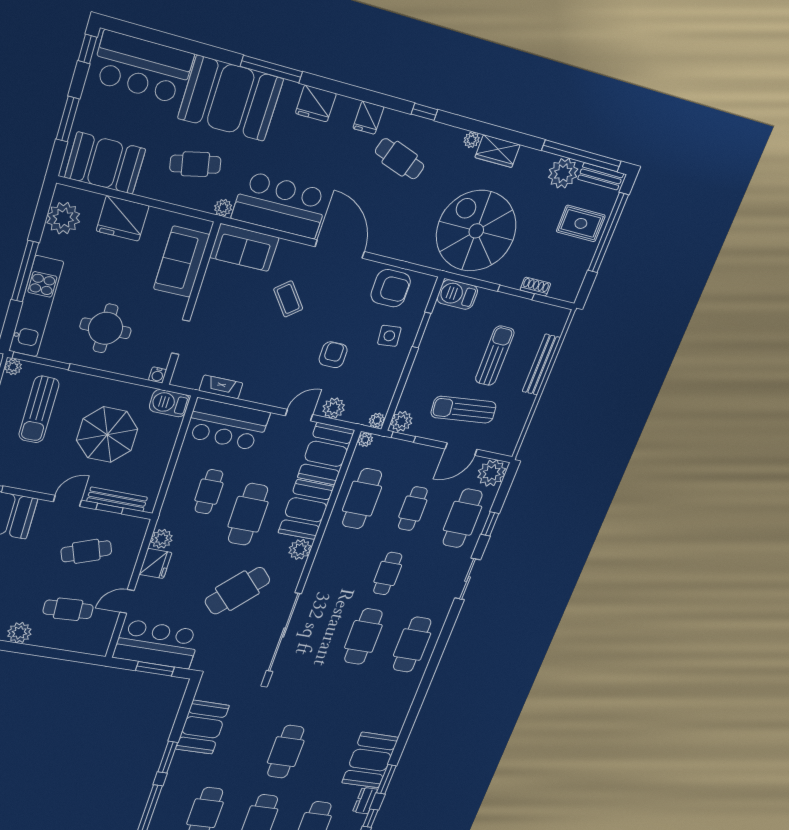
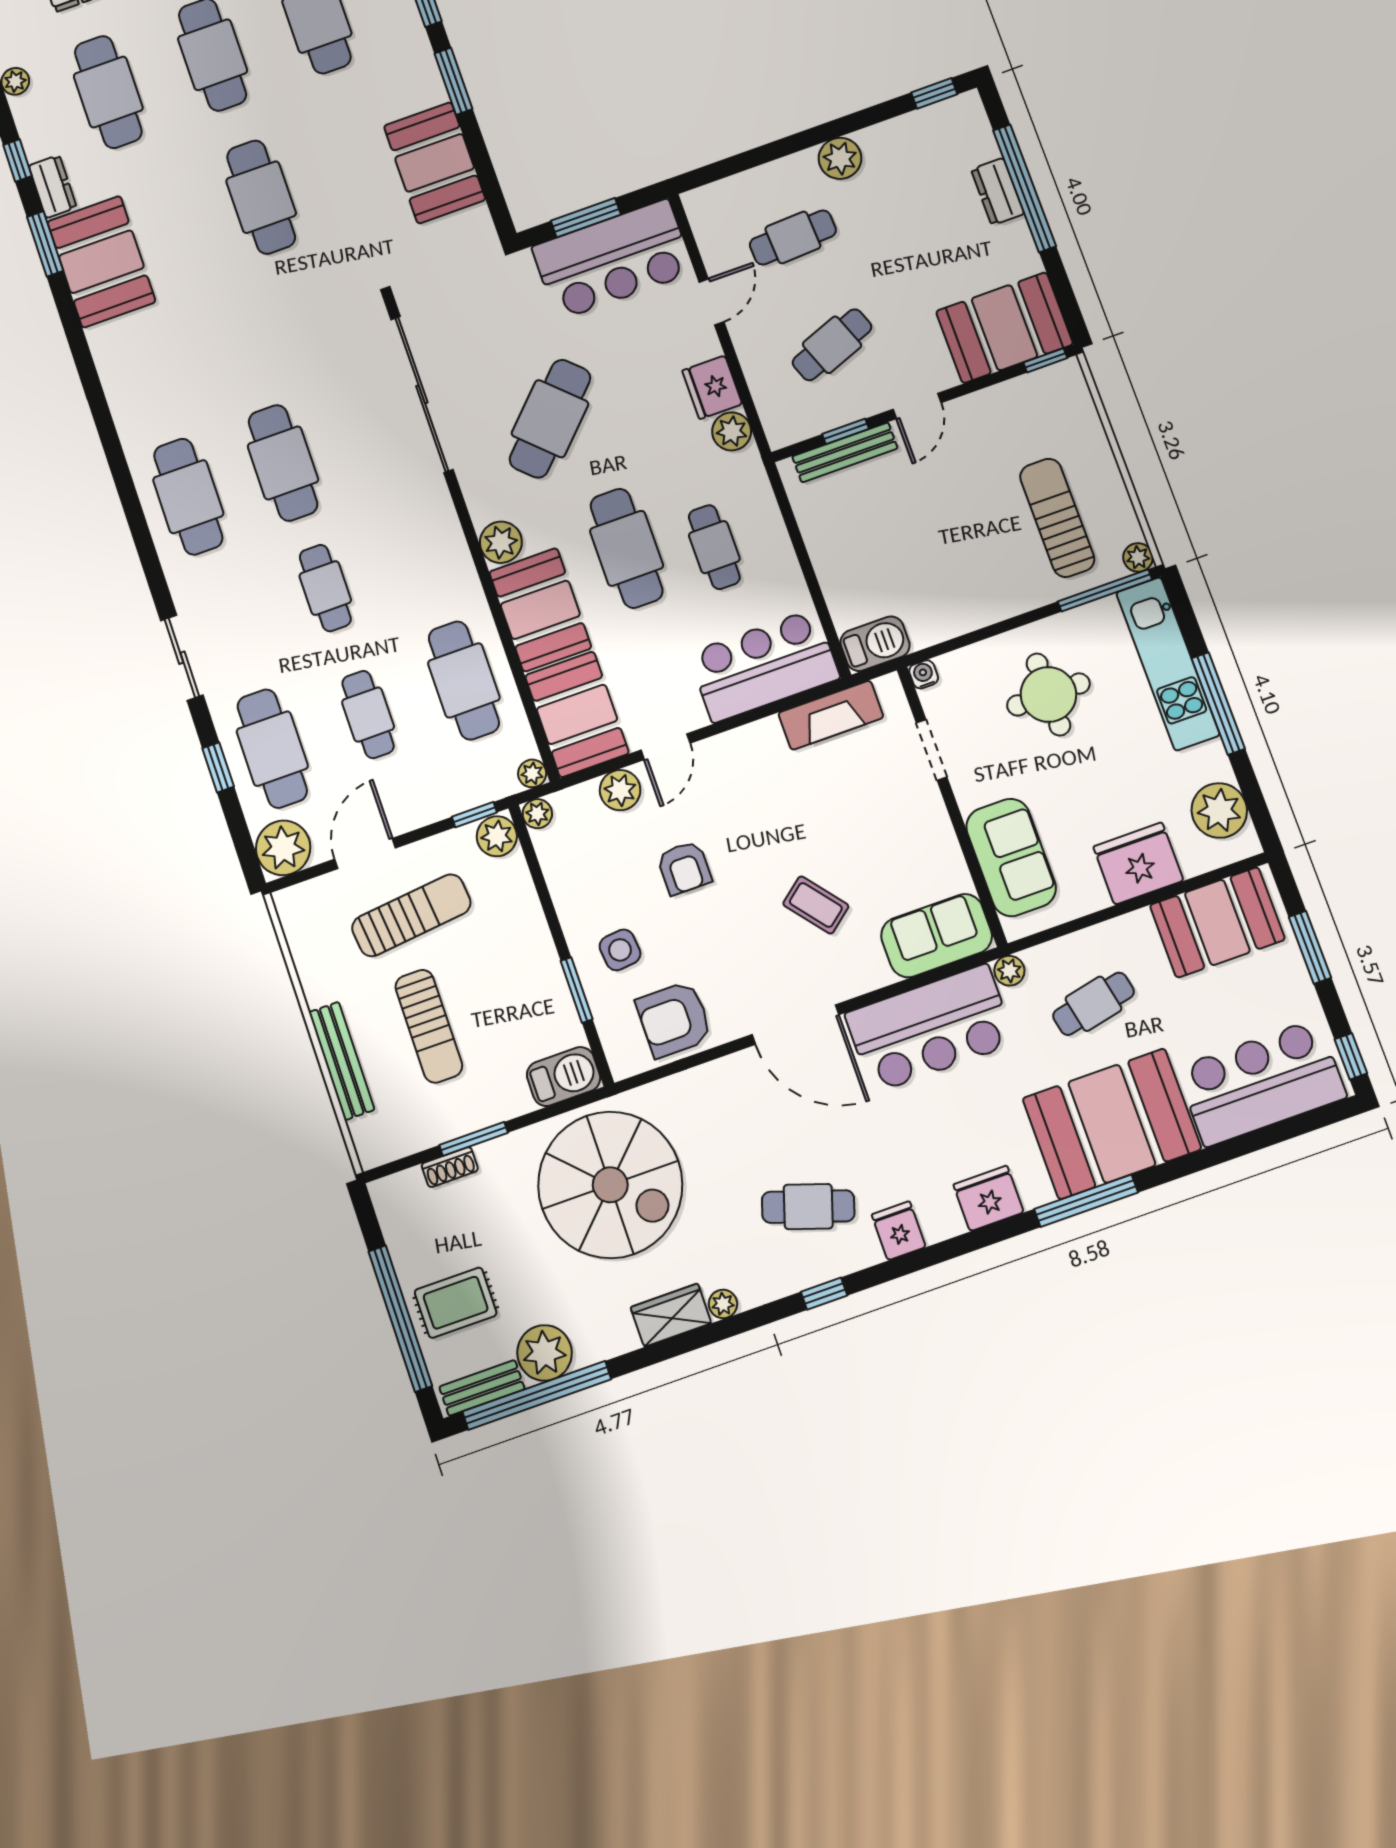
fireplace: (221, 387) -> (831, 715), width x1.37, depth x1.32
parasol: (107, 435) -> (932, 541), removed

